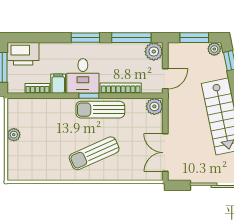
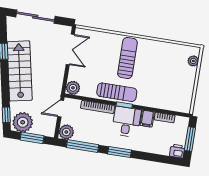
plant: (214, 49) -> (23, 122), width x1.88, depth x1.88
printer: (23, 54) -> (177, 151), width x0.53, depth x0.68
plant: (14, 135) -> (193, 61), moved
sun lounger: (94, 153) -> (127, 58), turned -66

